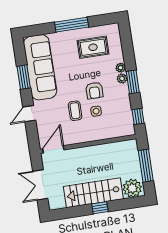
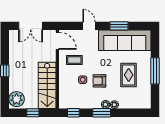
rug: (93, 47) -> (129, 75), moved
coffee table: (75, 111) -> (74, 60), moved
window: (146, 166) -> (33, 113), width x0.46
double door: (40, 185) -> (31, 26), swing flipped
stairs: (93, 193) -> (47, 85), moved, turned 180

